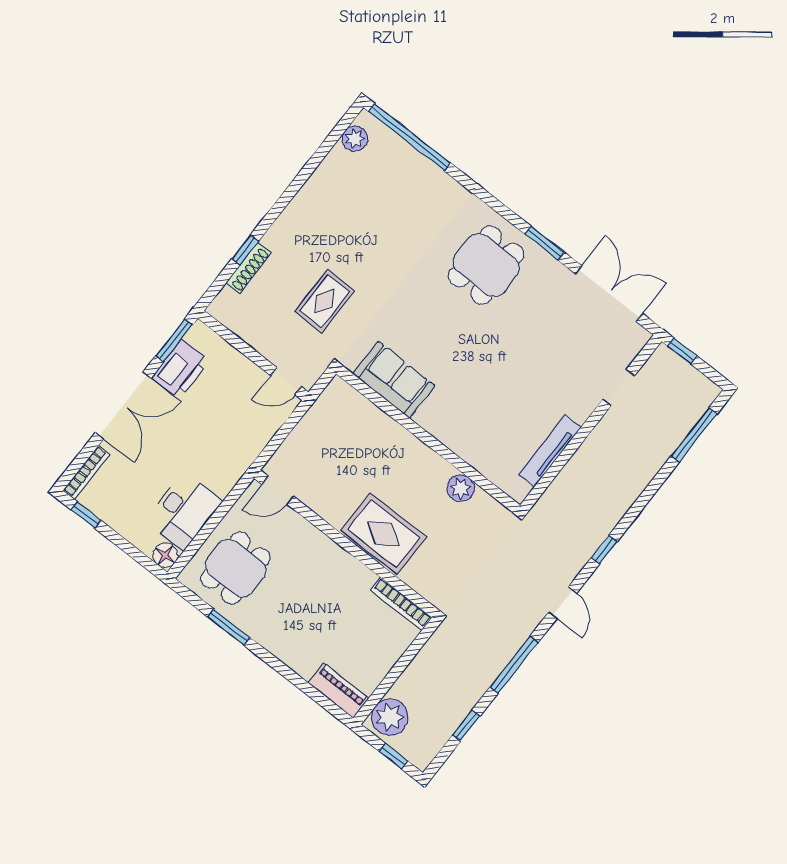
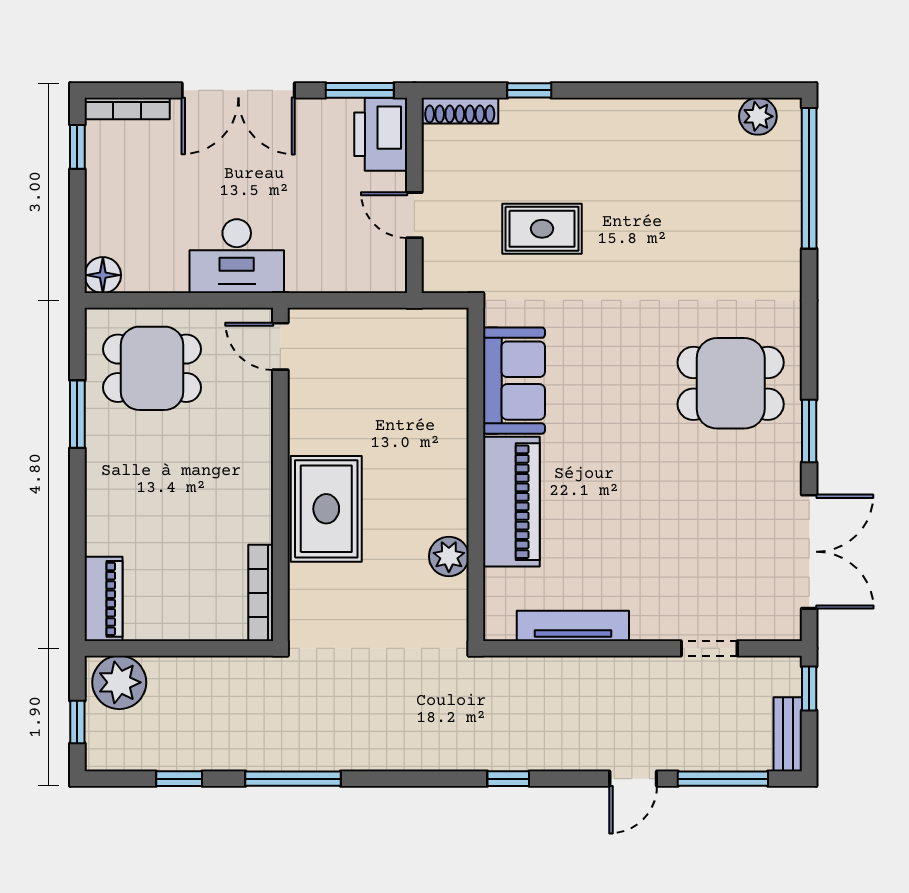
shoe rack: (249, 268) -> (460, 111), moved
printer: (181, 369) -> (381, 134), moved, turned 90
door: (286, 381) -> (414, 215), moved
bench: (698, 382) -> (788, 734), added
piano: (458, 432) -> (511, 502), added
desk: (184, 511) -> (237, 256), moved
door: (563, 603) -> (633, 779), moved

